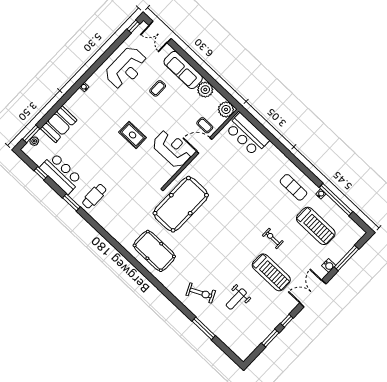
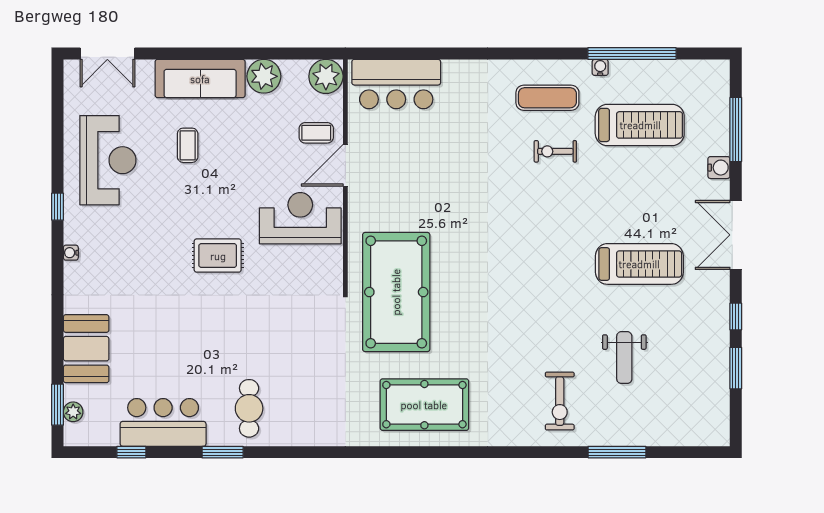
window: (133, 26) -> (57, 207), moved
exercise bike: (273, 238) -> (555, 151), moved
exercise bike: (201, 293) -> (560, 401), turned 116

